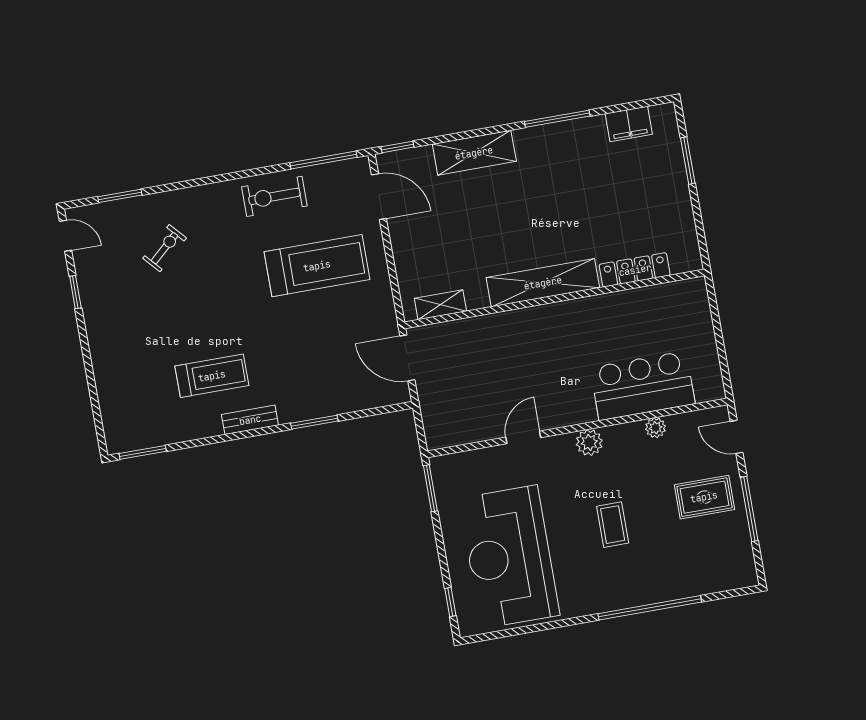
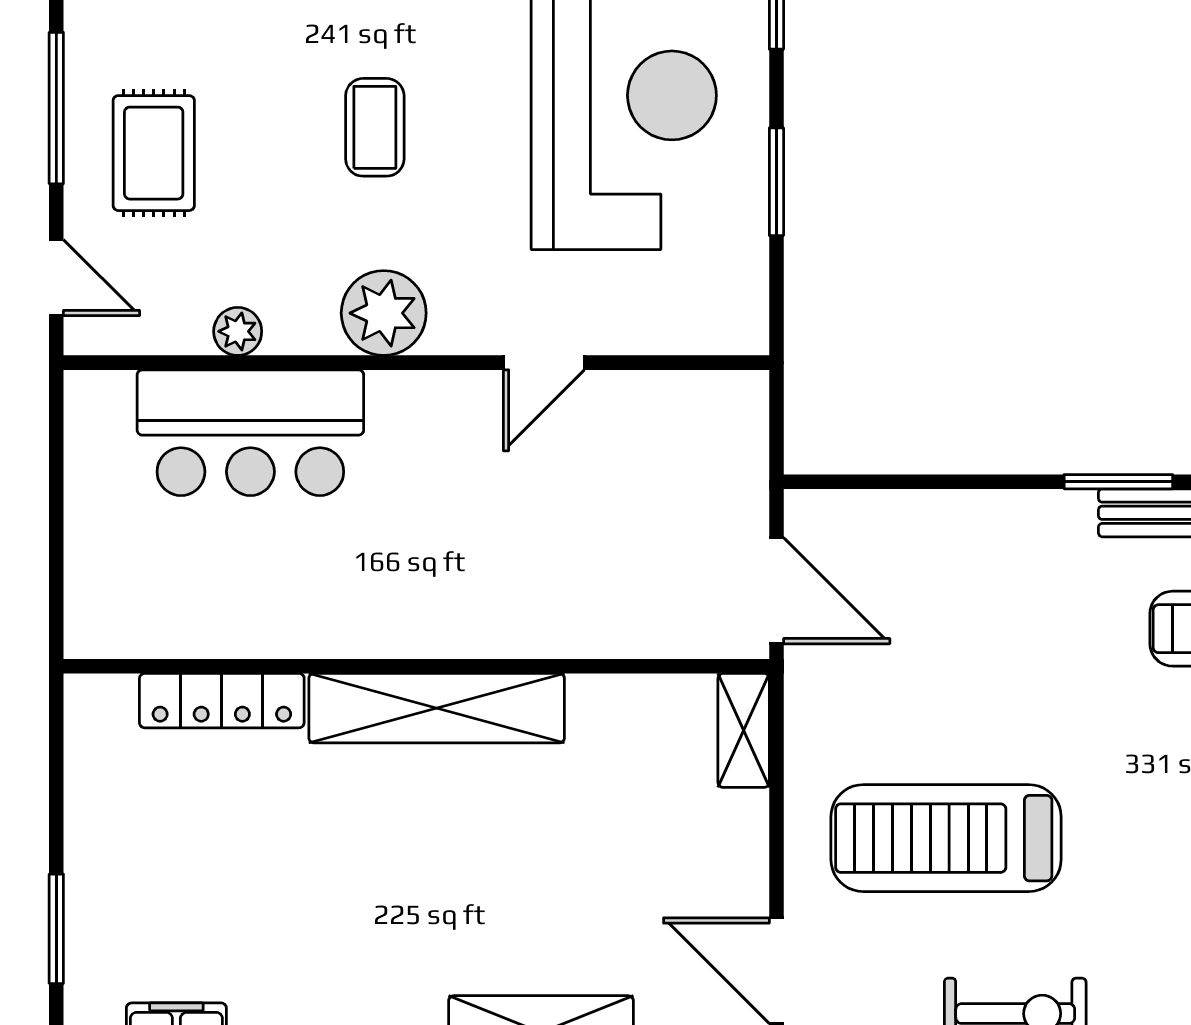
shelving: (440, 305) -> (744, 730), moved, turned 90
window: (314, 422) -> (1118, 482), moved
plant: (589, 442) -> (384, 313), width x1.36, depth x1.36
window: (430, 488) -> (776, 182), moved
rug: (704, 497) -> (154, 153), turned 90

